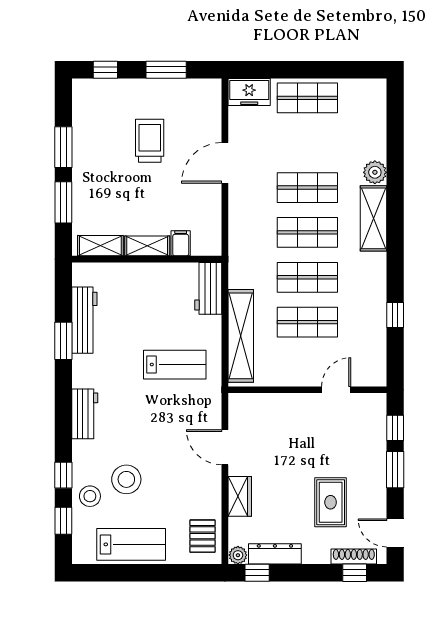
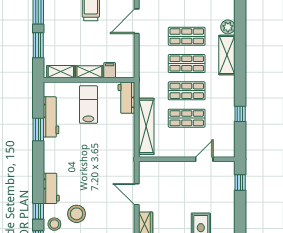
lab bench: (175, 365) -> (88, 105), moved, turned -90
workbench: (85, 414) -> (51, 188), moved
window: (395, 470) -> (240, 208), removed

